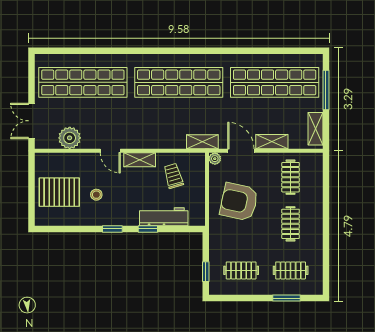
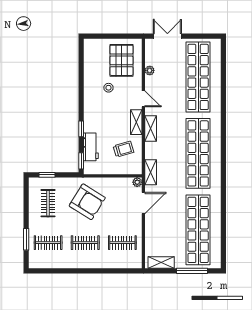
plant: (70, 138) -> (150, 70), width x0.53, depth x0.53
shelving: (272, 142) -> (151, 128), moved
door: (110, 151) -> (143, 99), swing flipped
pallet: (59, 192) -> (121, 60), moved
armchair: (239, 202) -> (87, 202), moved, turned 110
workbench: (164, 217) -> (91, 147), width x0.73
window: (112, 229) -> (81, 161), moved
clothes rail: (291, 270) -> (48, 243), turned 90

